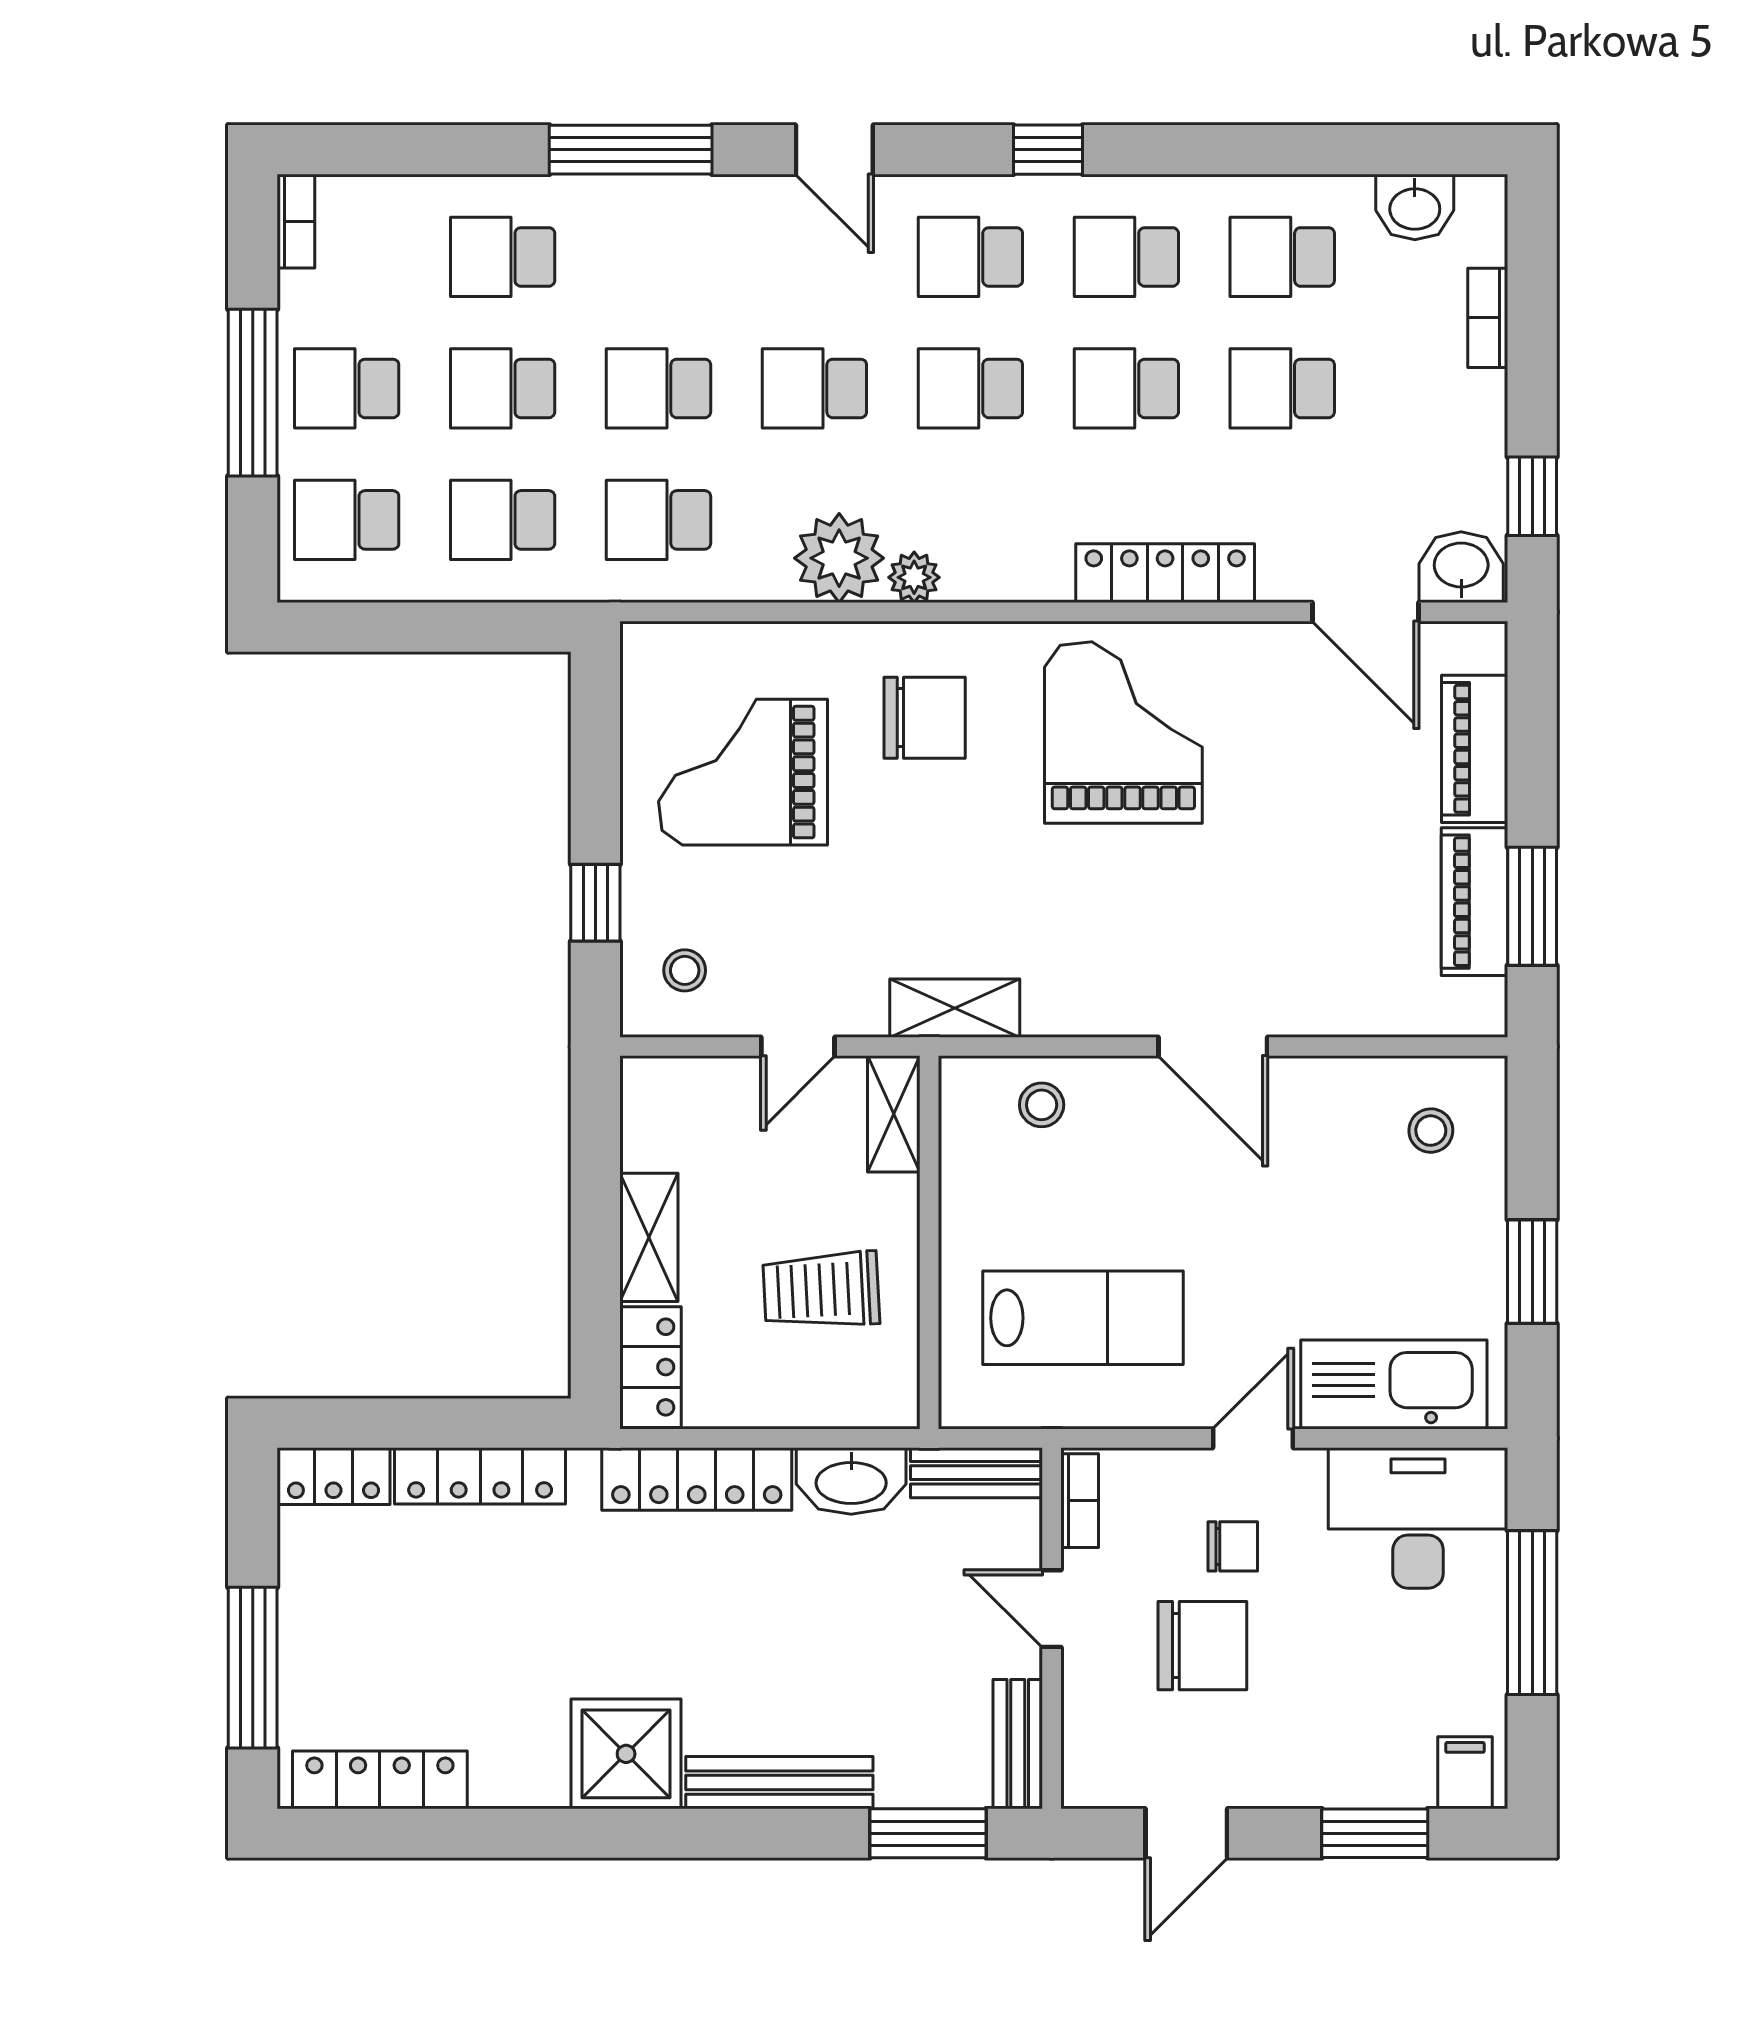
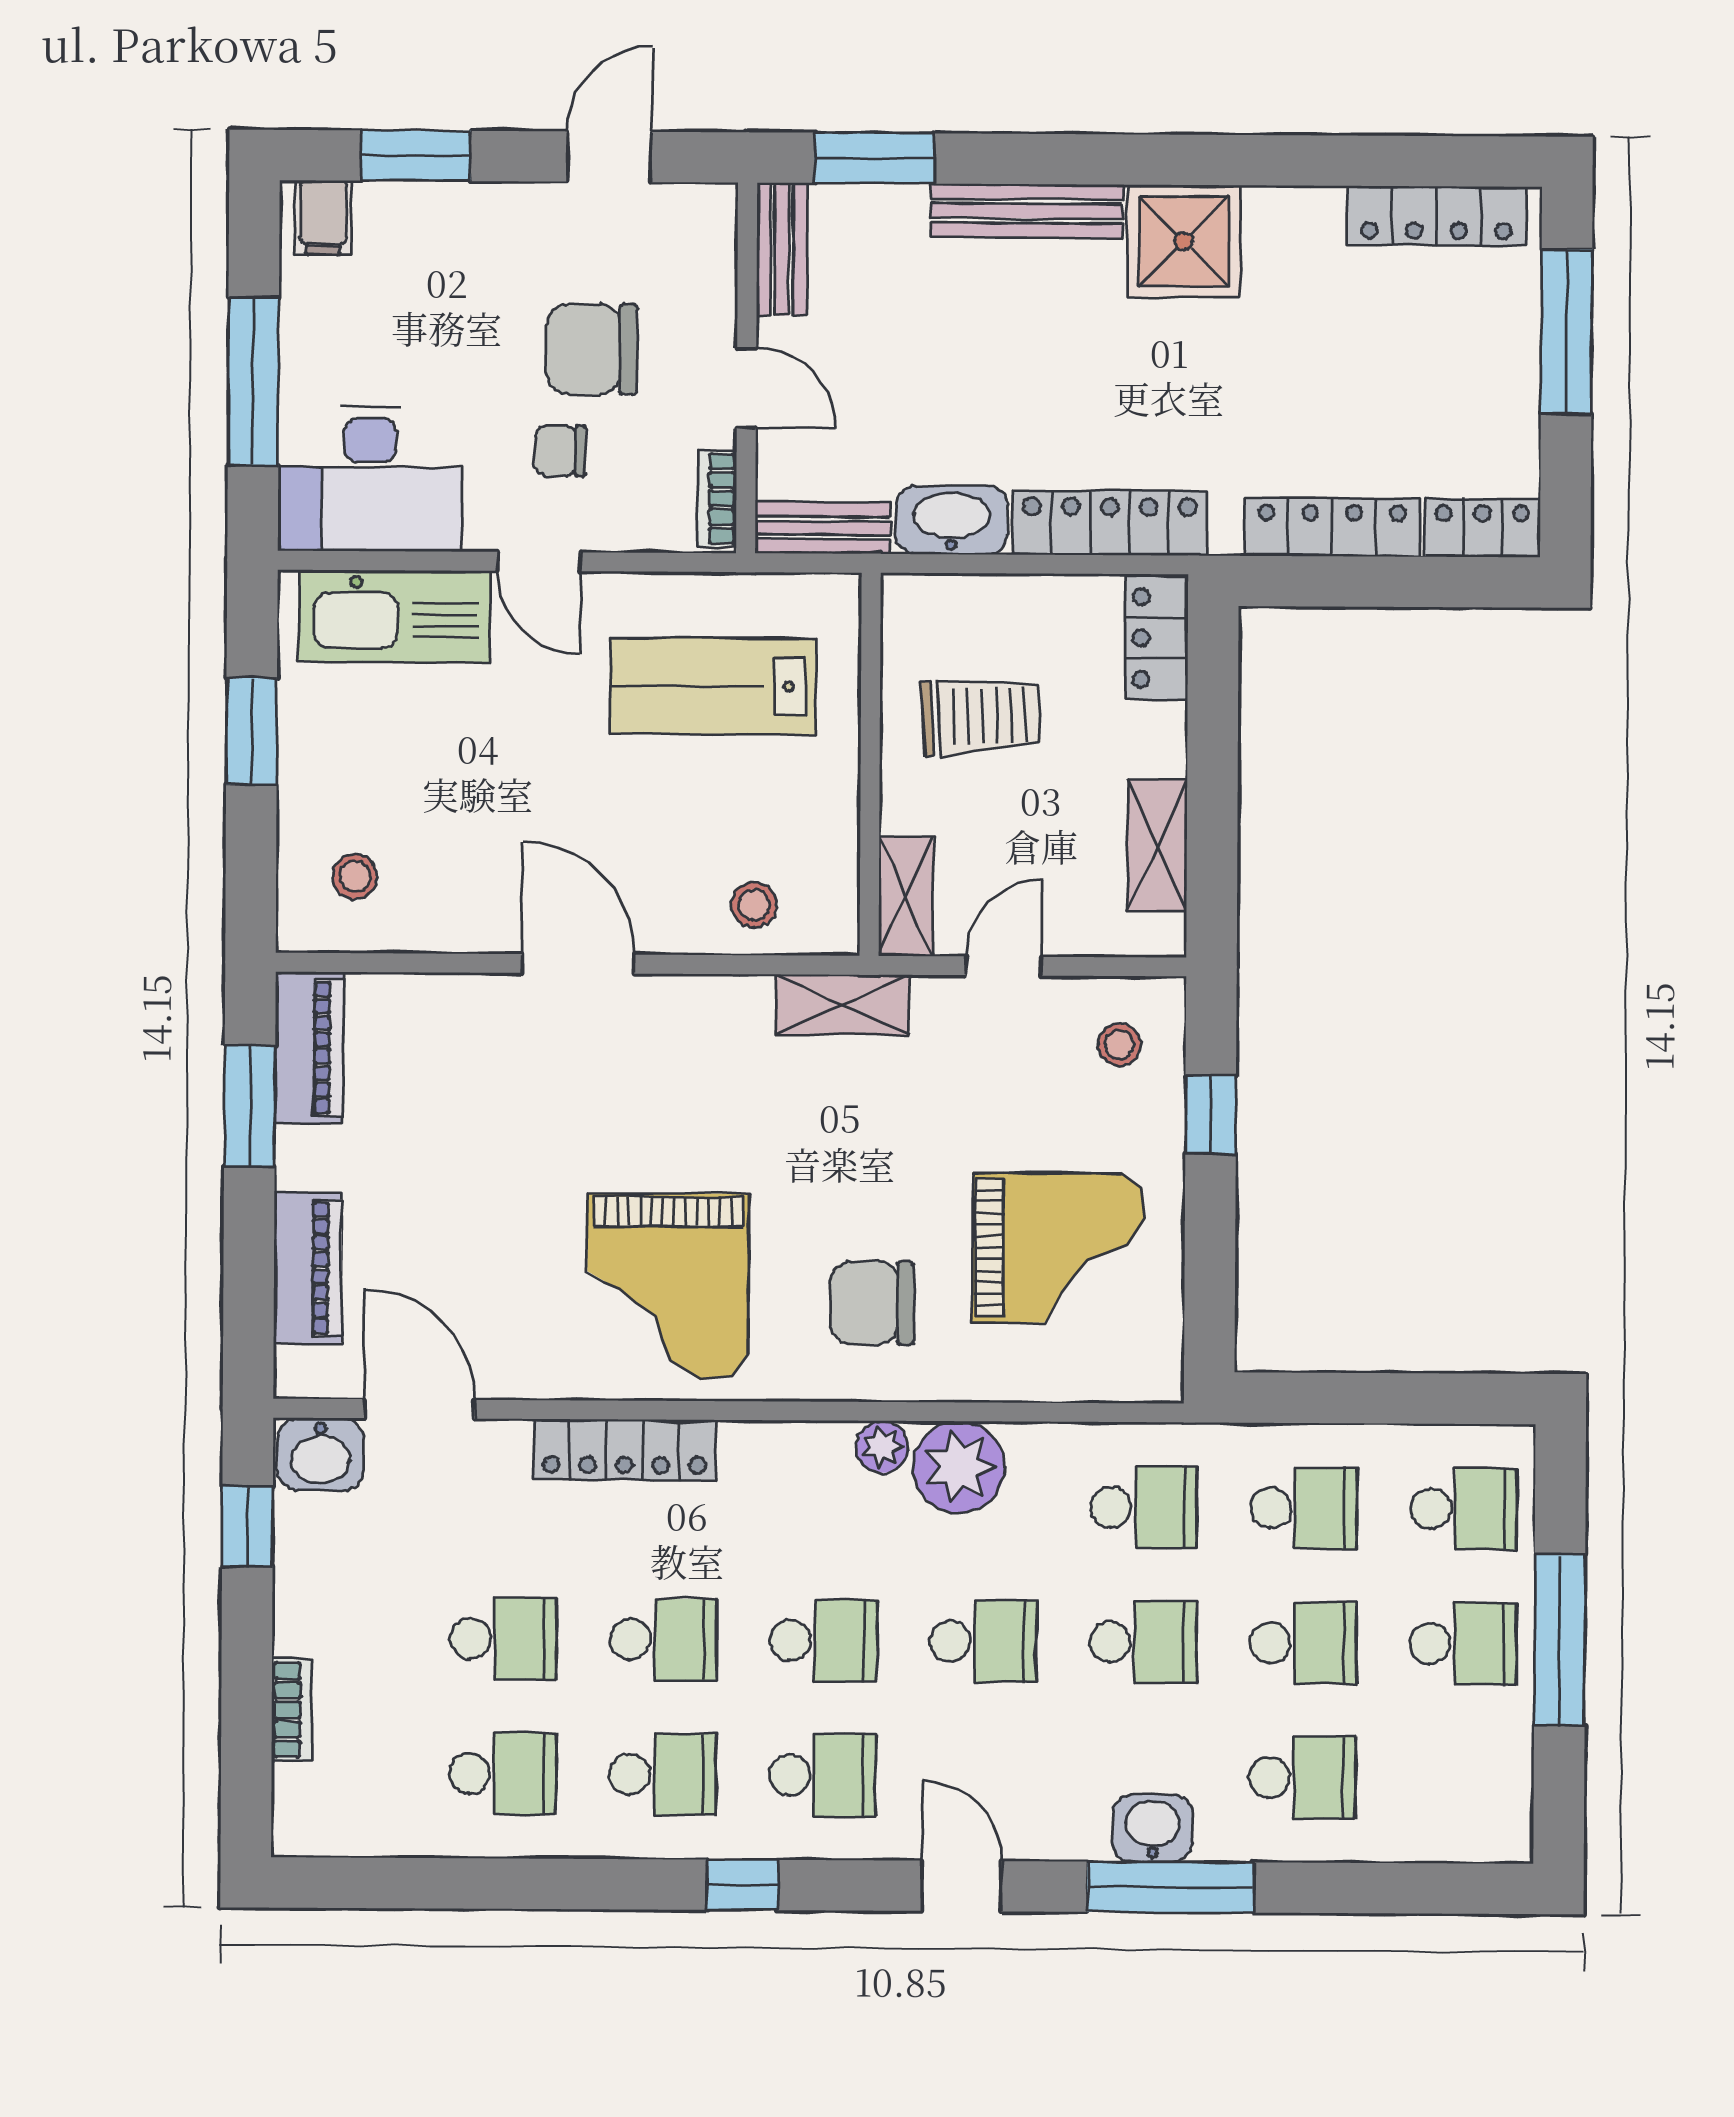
washbasin: (1415, 207) -> (1153, 1828), moved
bookcase: (296, 221) -> (1514, 1816), removed
piano: (1475, 902) -> (309, 1048), moved
shelving: (649, 1237) -> (1157, 845), moved
door: (1253, 1438) -> (539, 562), hinge flipped

